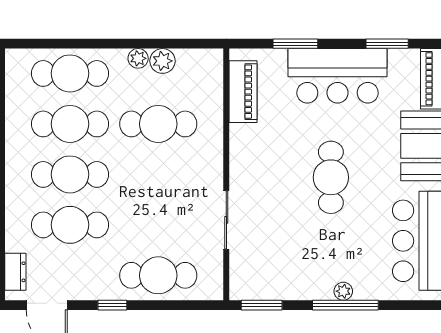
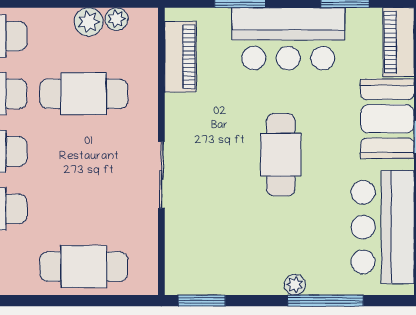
plant: (138, 58) -> (116, 19), moved
sliding door: (226, 220) -> (161, 175), moved
window: (112, 305) -> (31, 301), removed
window: (345, 305) -> (326, 301), moved

